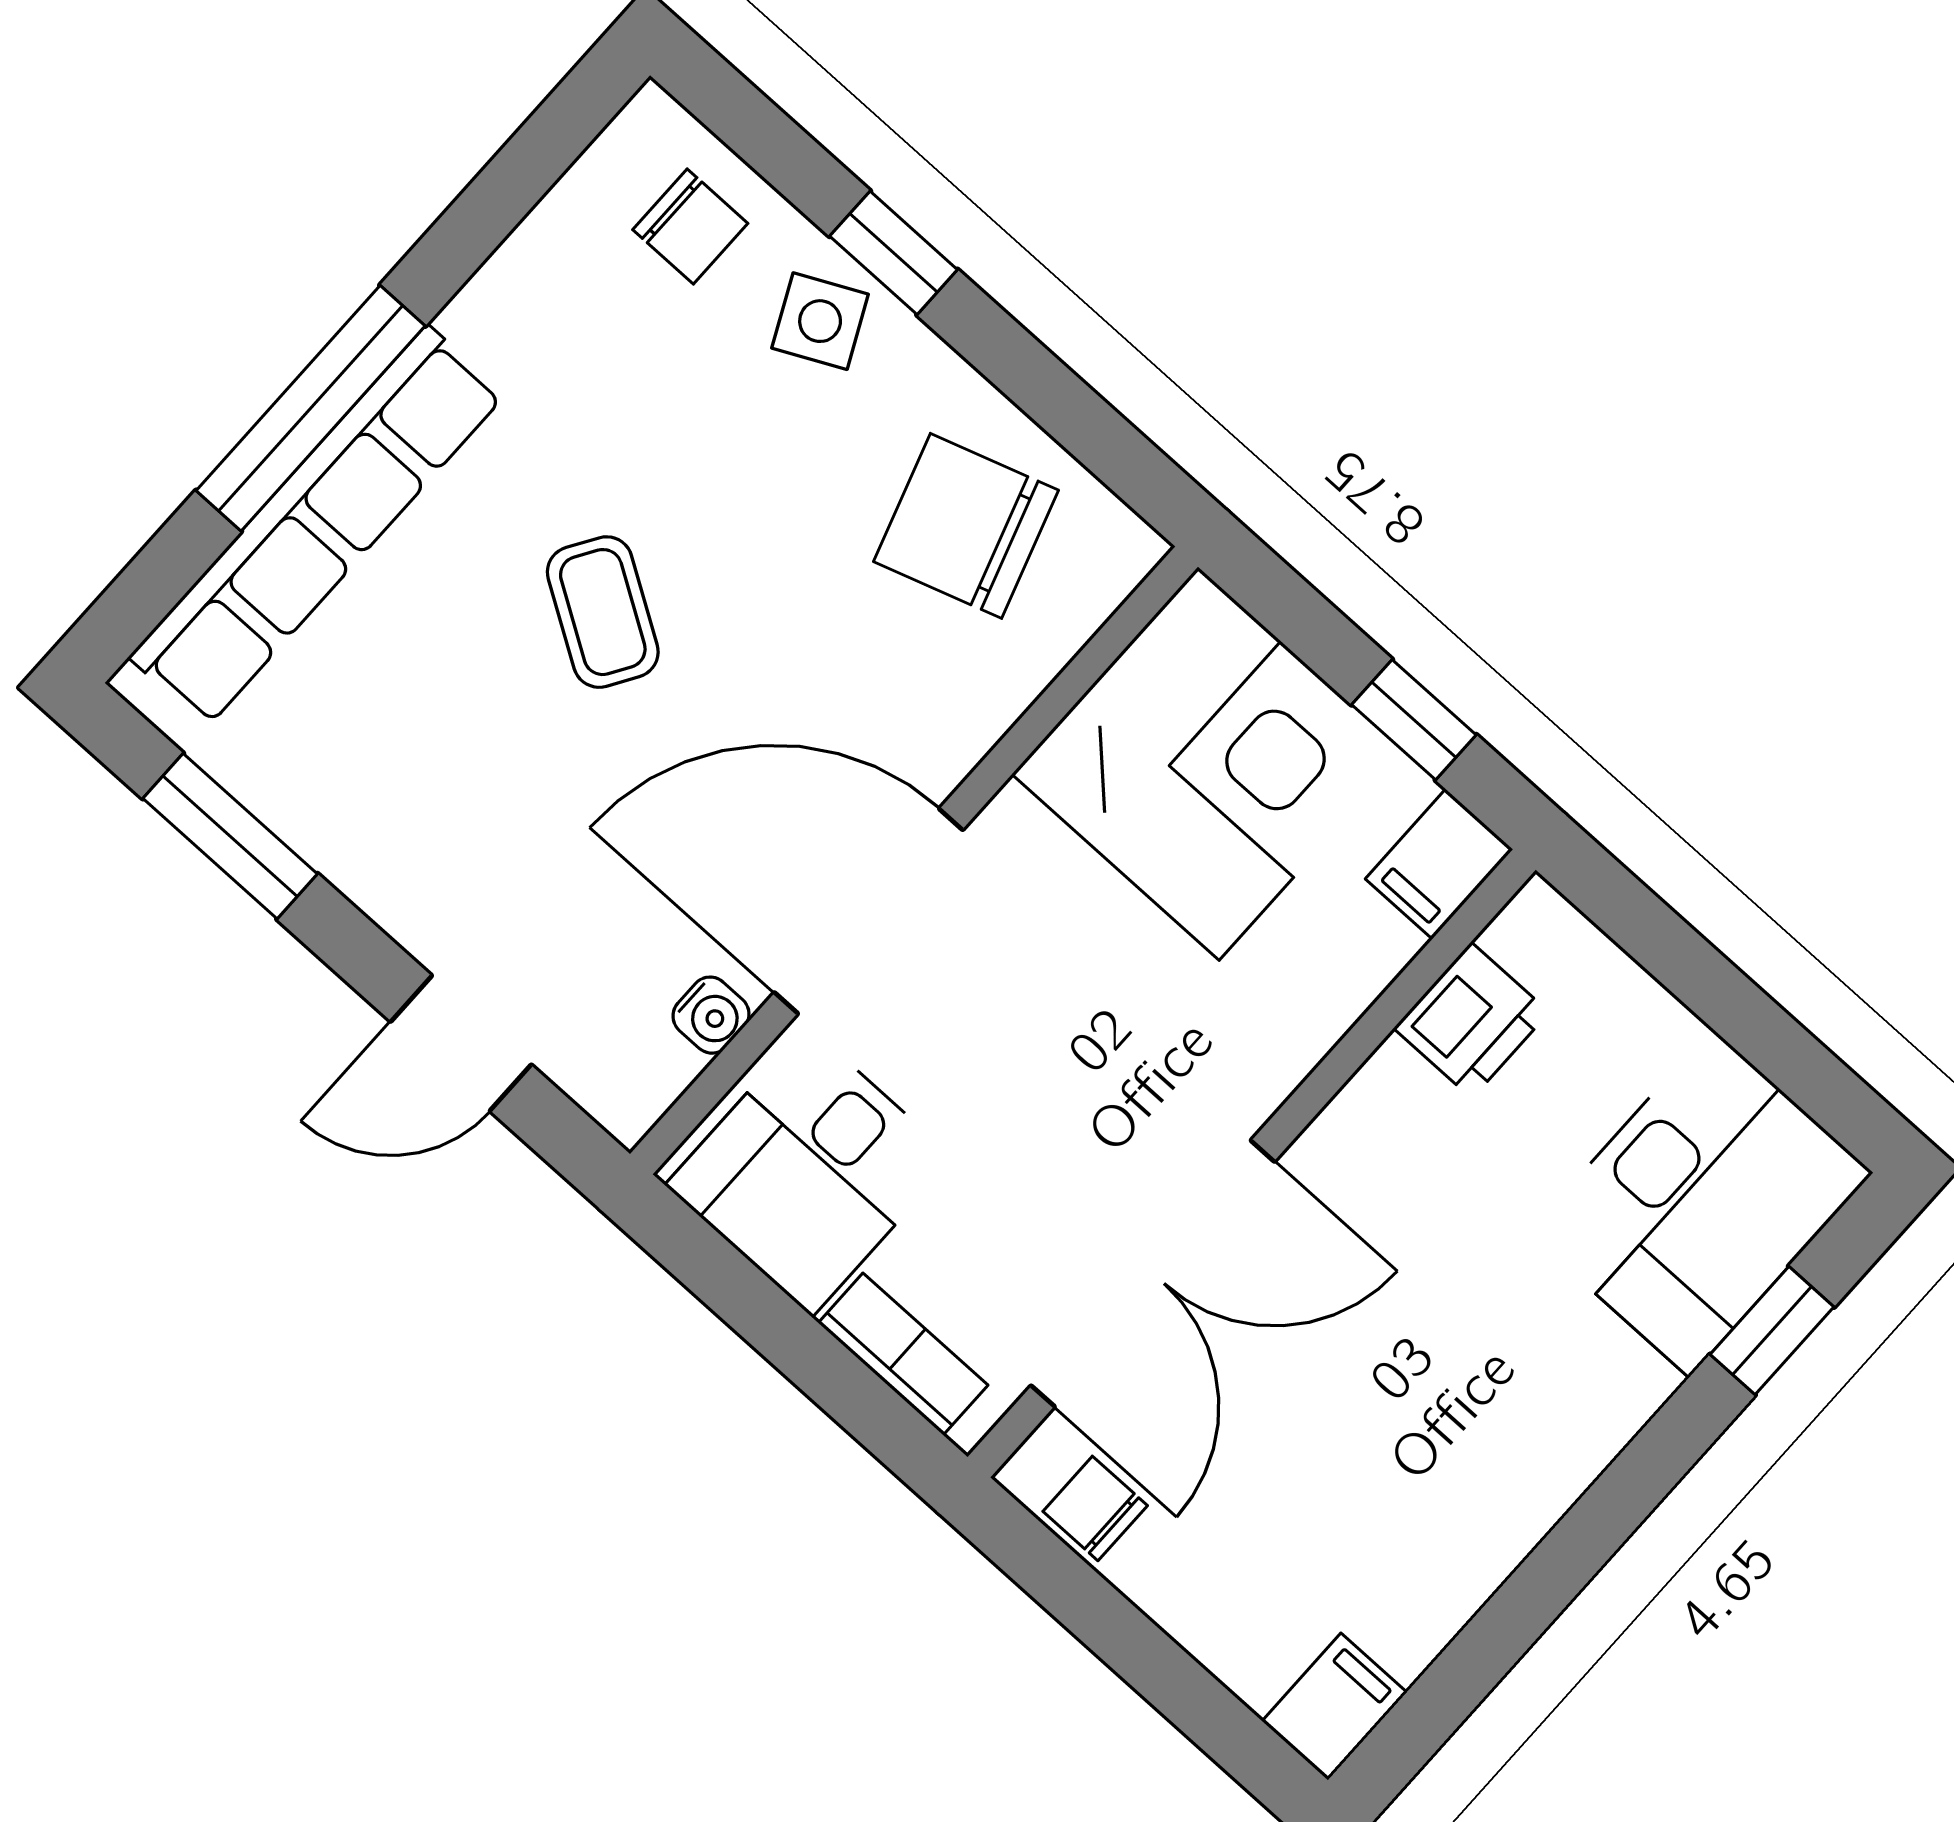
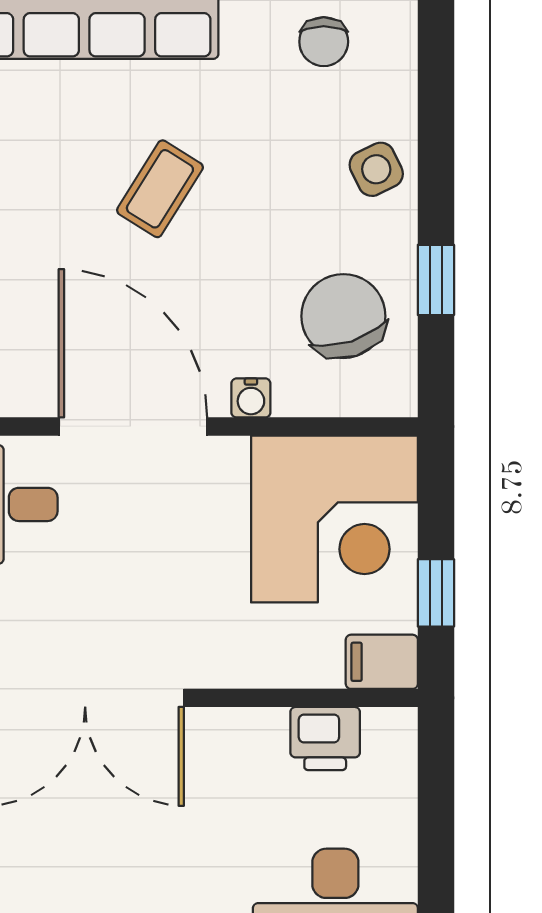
chair: (690, 227) -> (324, 42), moved
window: (894, 253) -> (436, 280), moved
water cooler: (711, 1015) -> (251, 398), moved

